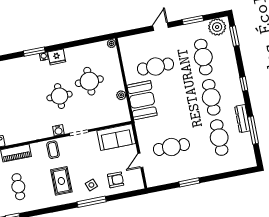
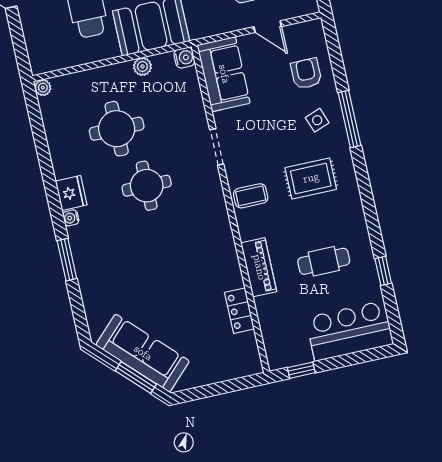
window: (34, 52) -> (67, 260), moved
water cooler: (58, 130) -> (184, 58), moved

